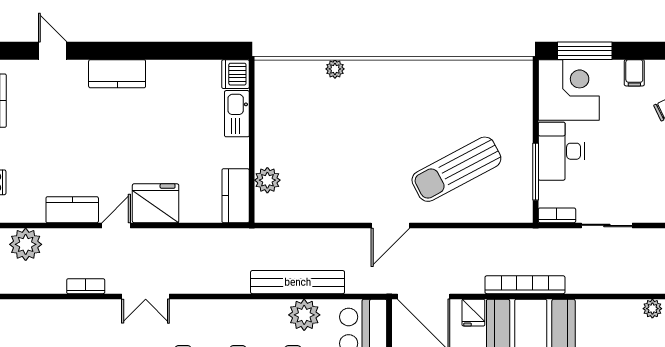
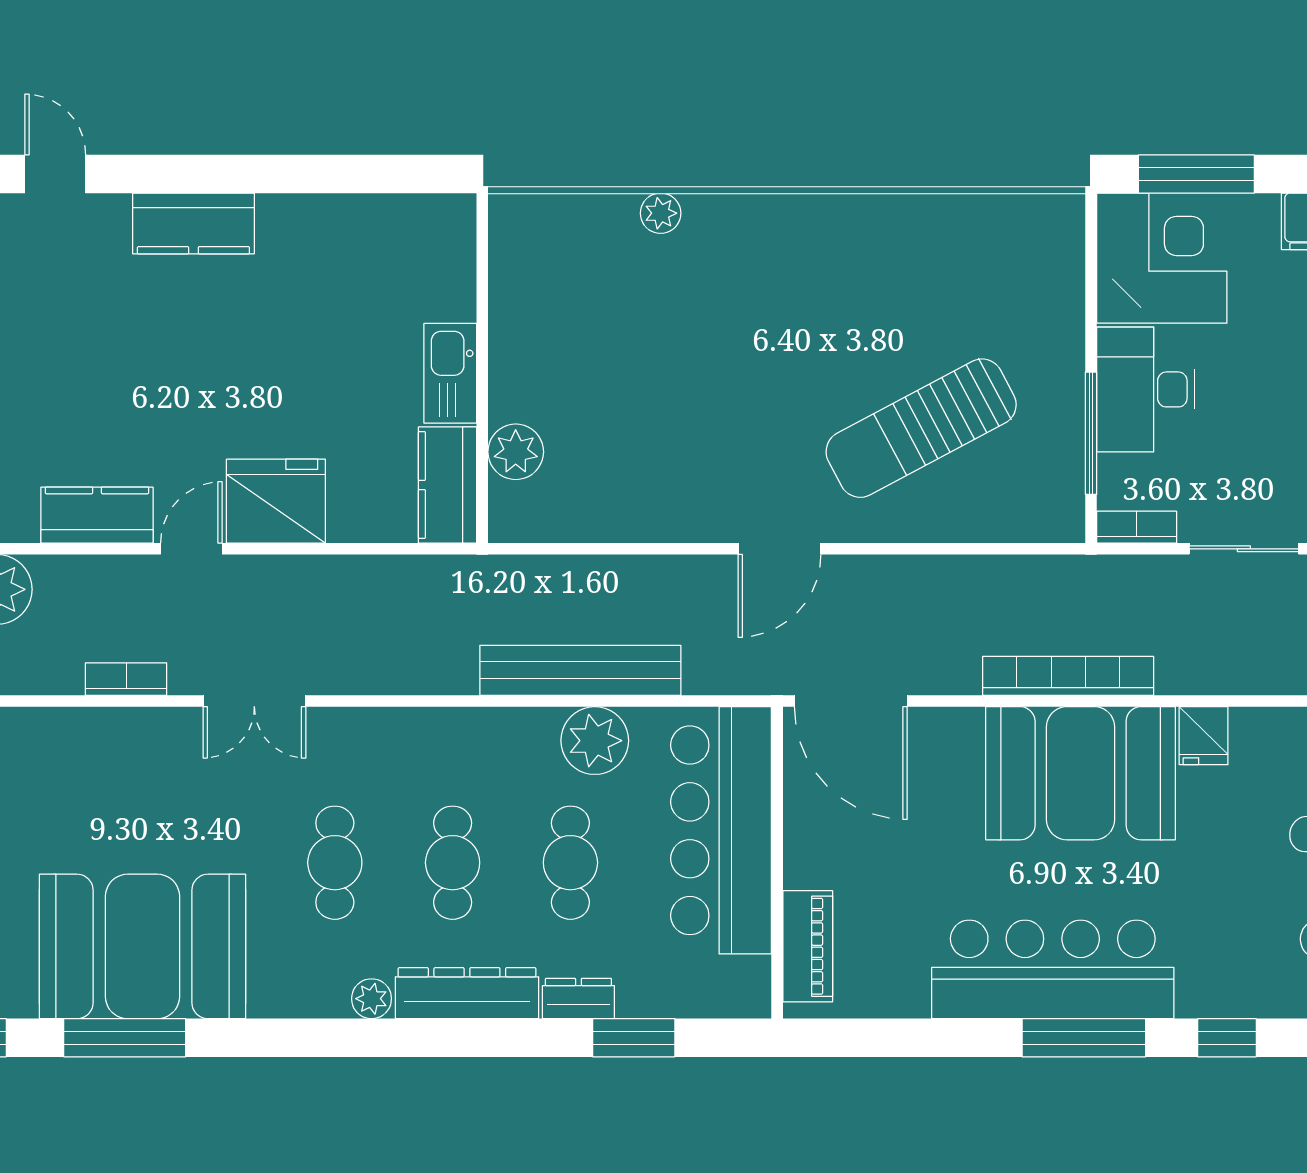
dishwasher: (235, 74) -> (447, 224), removed
kitchen sink: (237, 114) -> (450, 373), moved
fridge: (473, 313) -> (1204, 736), moved

